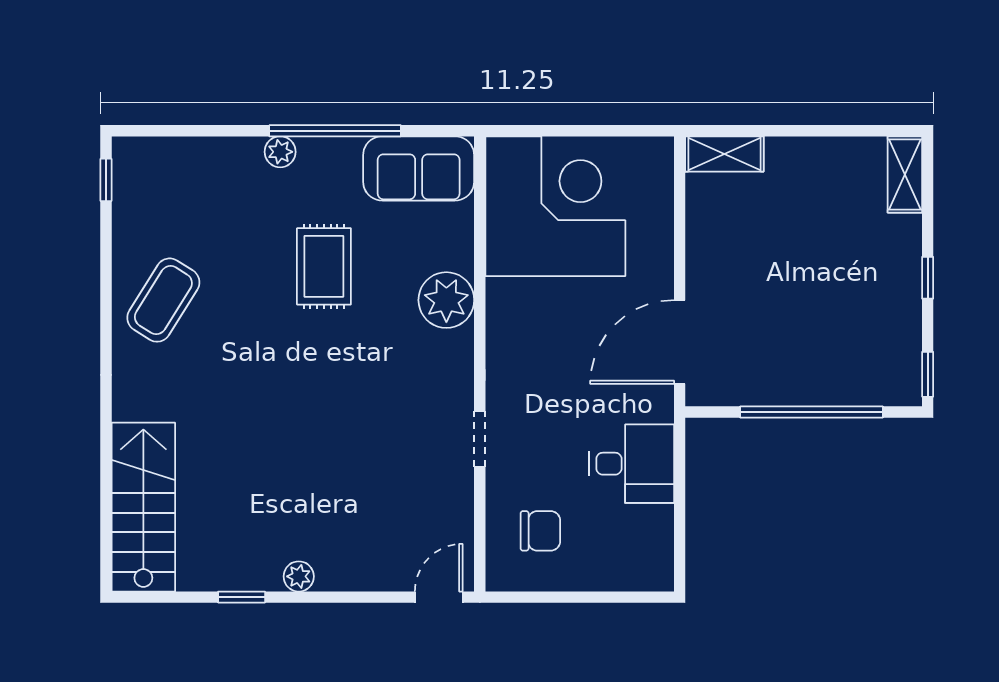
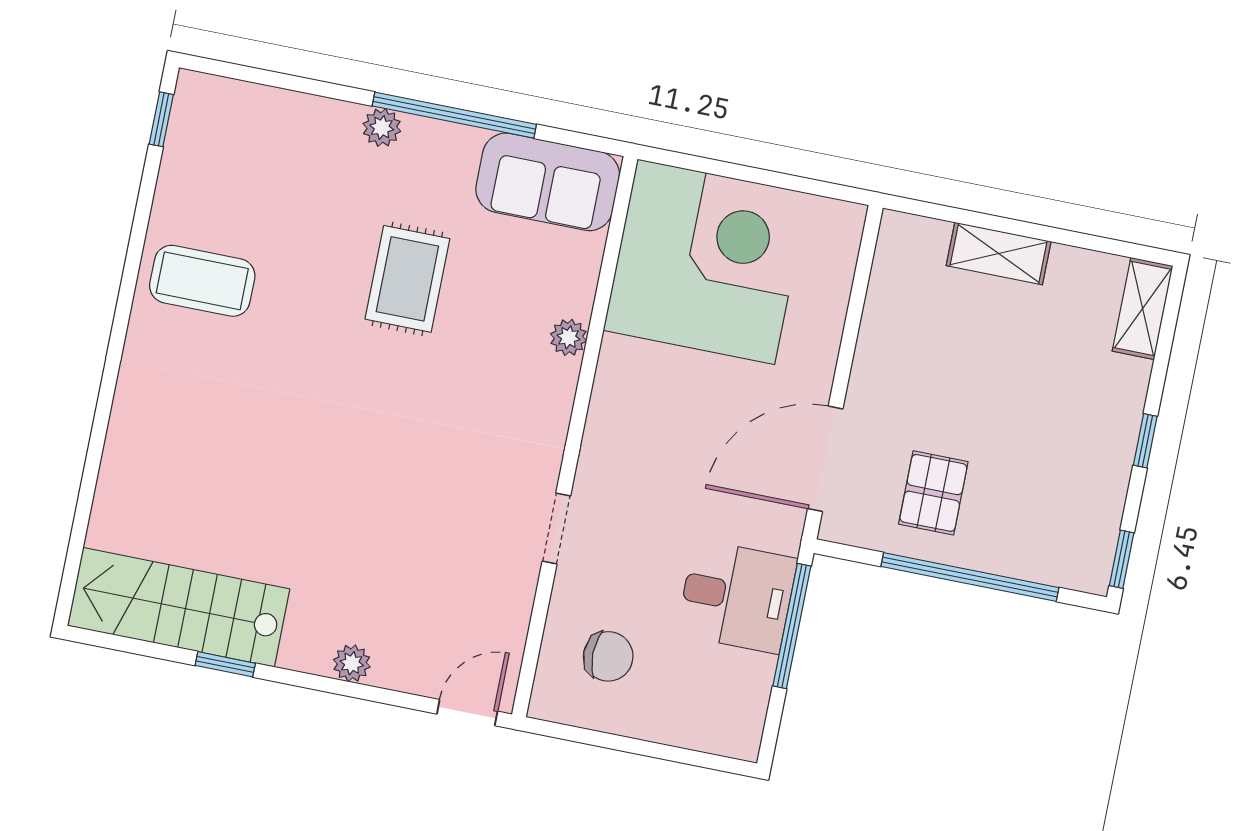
shelving: (724, 154) -> (999, 254), moved
coffee table: (163, 300) -> (202, 281), turned 58
plant: (446, 300) -> (569, 337), width x0.53, depth x0.53
pallet: (770, 352) -> (933, 493), added
window: (680, 478) -> (792, 626), added
stairs: (143, 507) -> (179, 607), moved, turned -90
plant: (299, 576) -> (352, 663), moved

